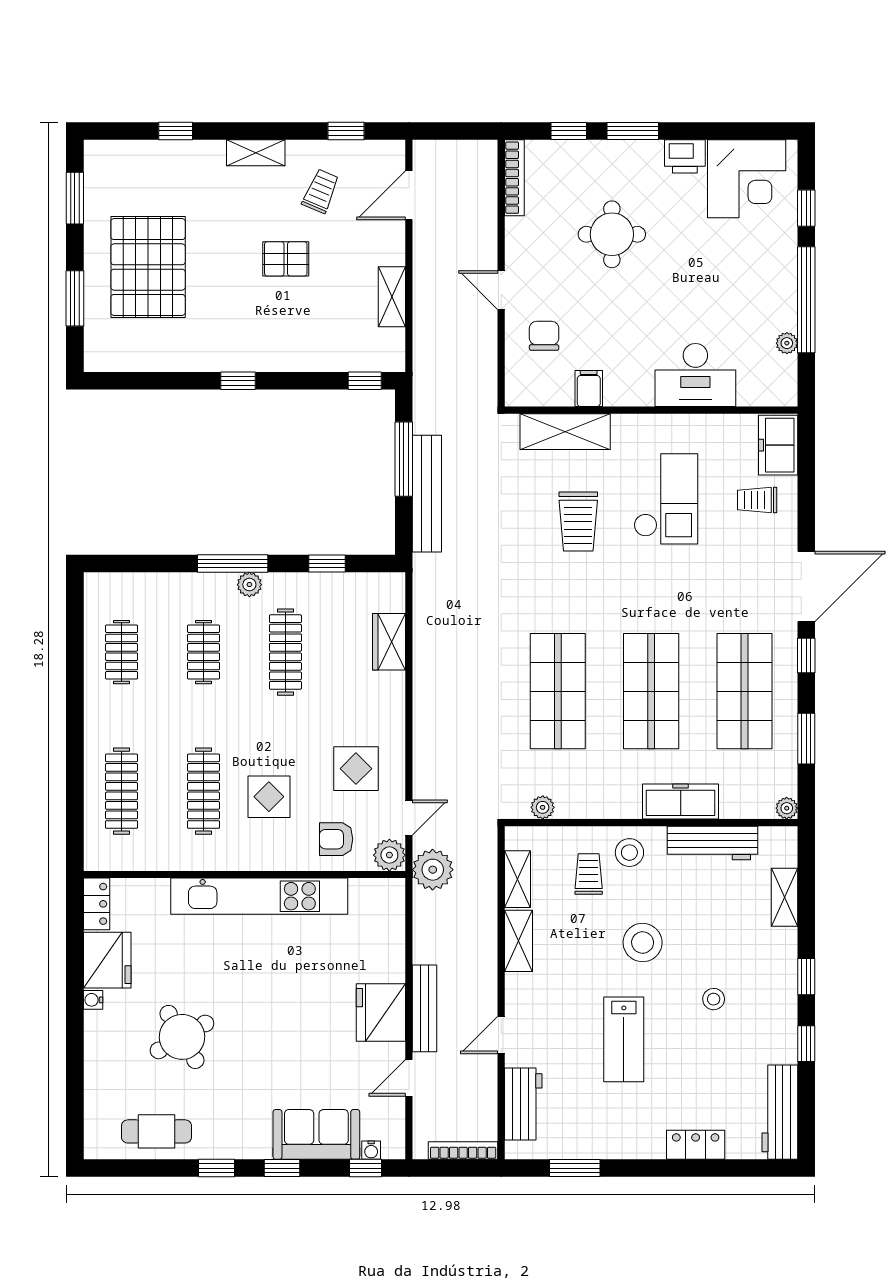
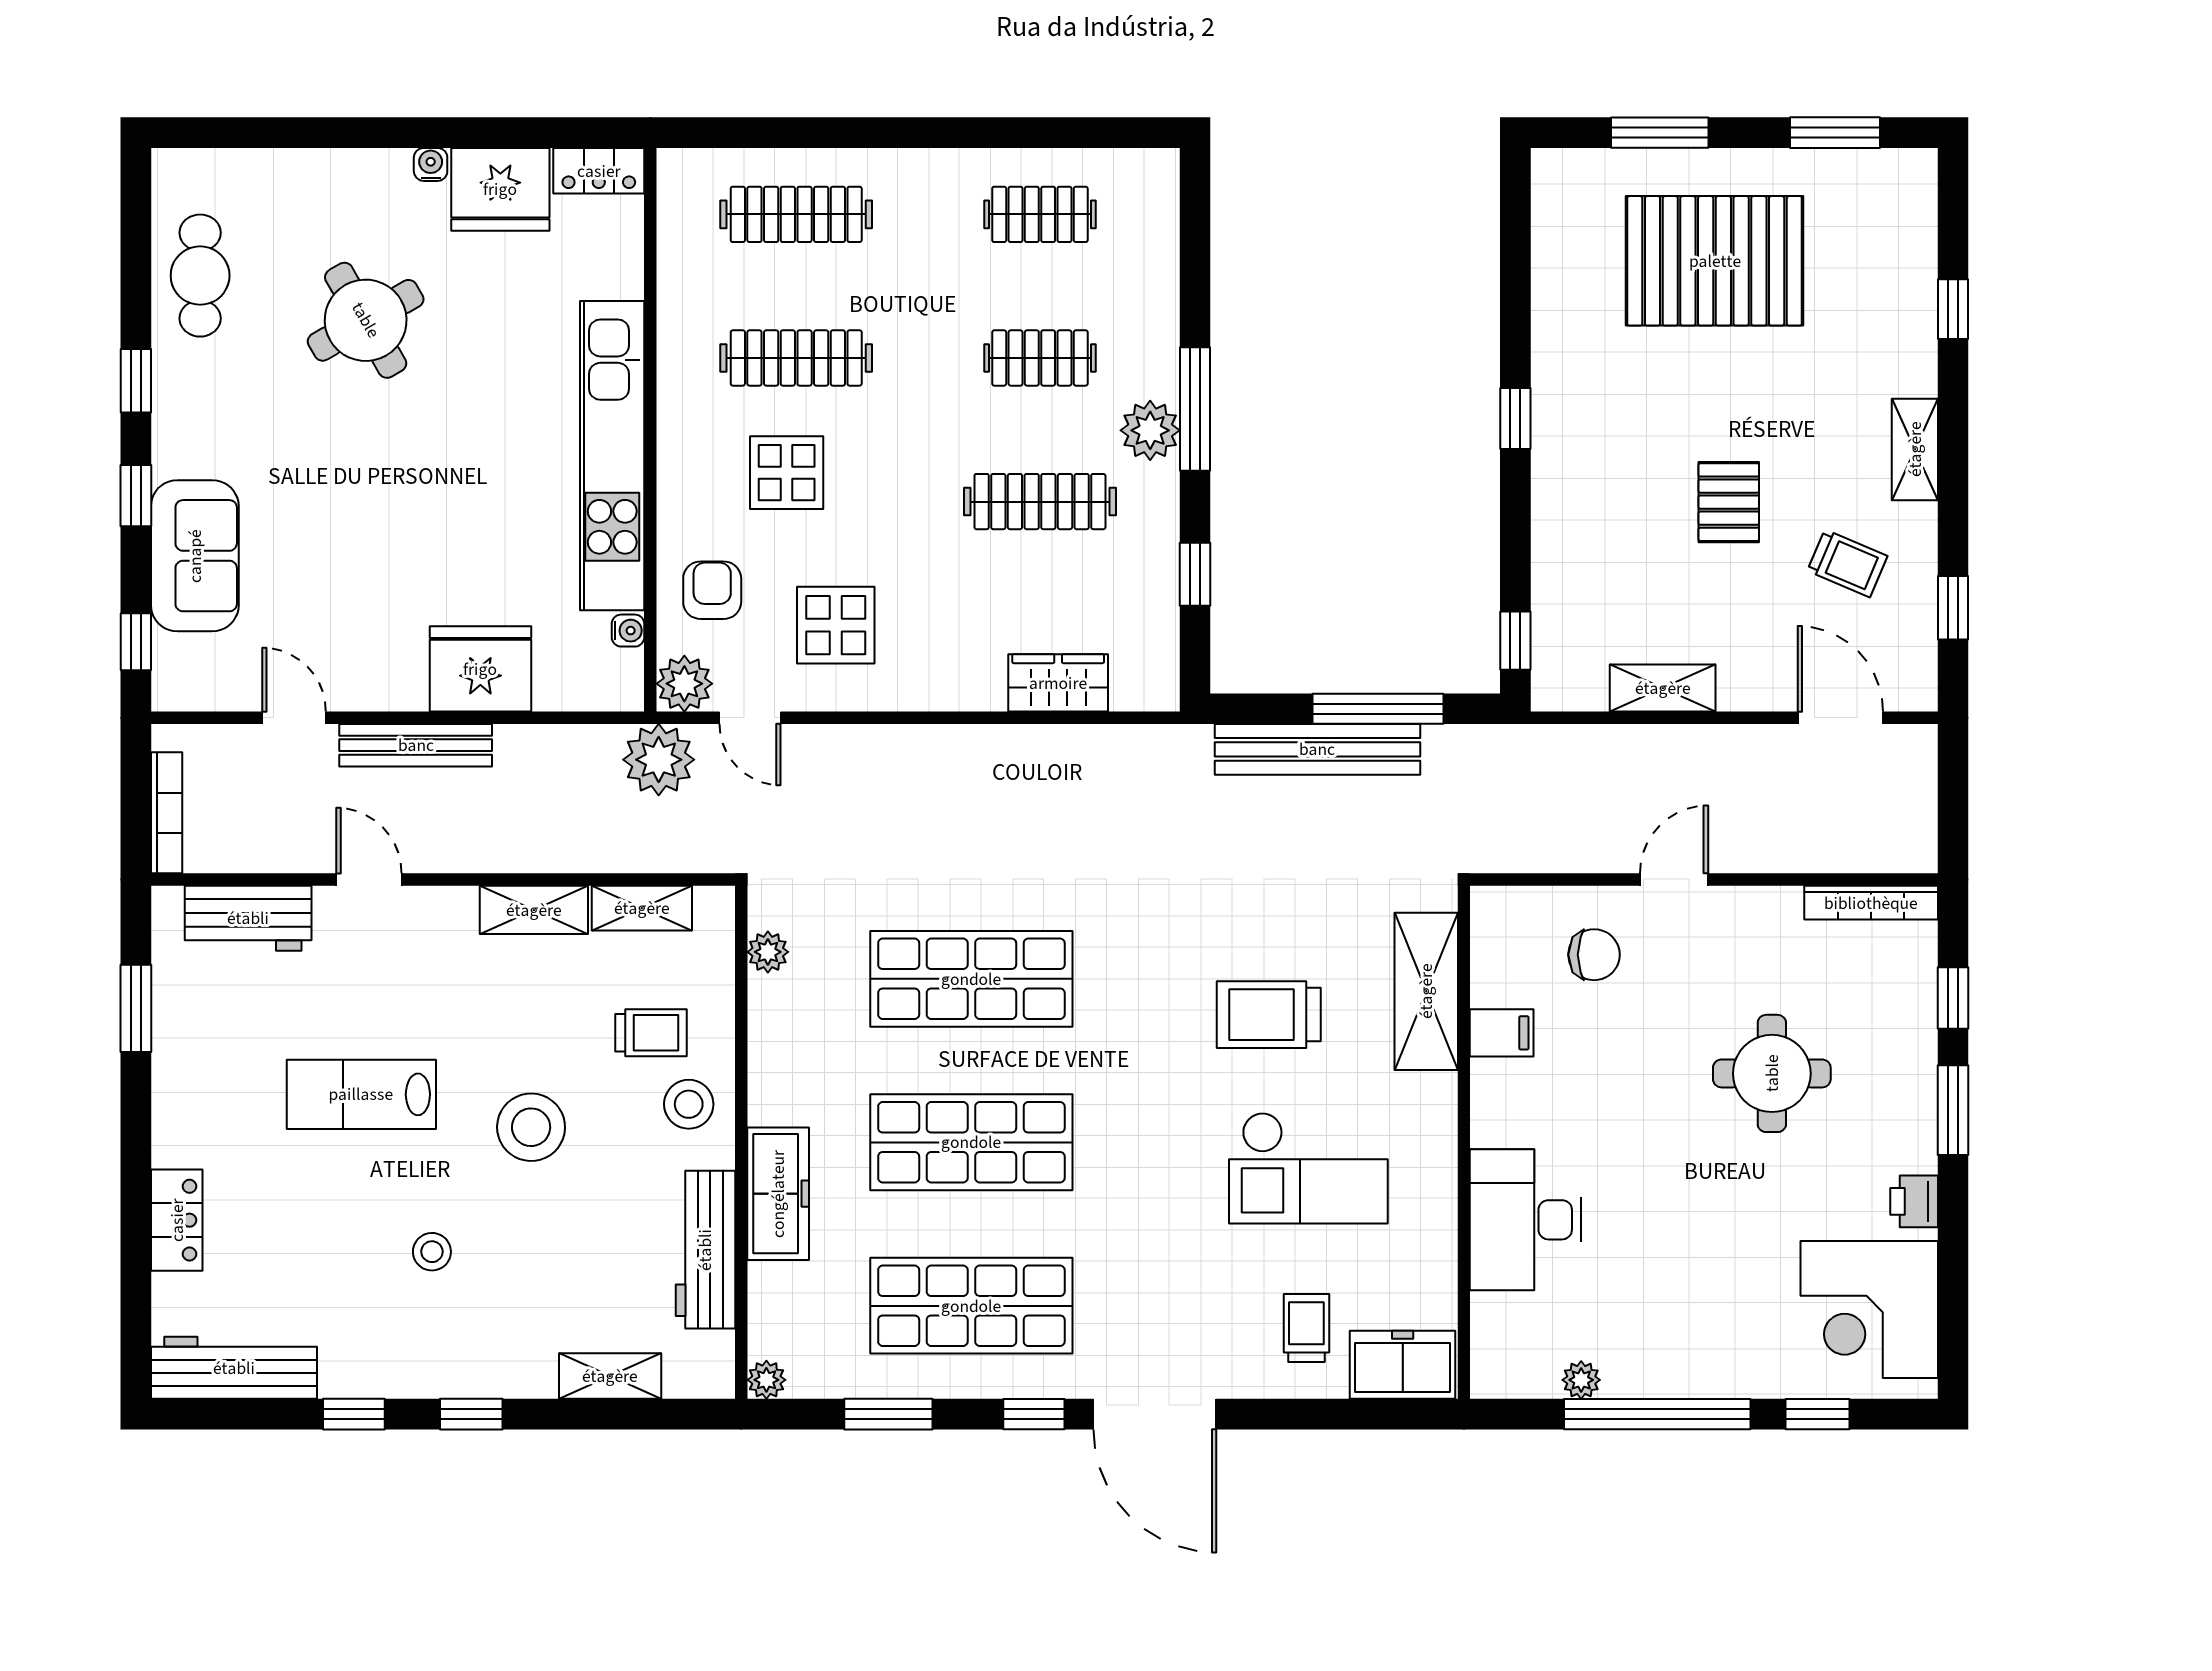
printer: (685, 156) -> (1914, 1201), width x0.73, depth x0.81
plant: (249, 585) -> (1150, 430), width x1.38, depth x1.38
fridge: (381, 1013) -> (480, 669), moved
water cooler: (371, 1150) -> (628, 631), moved, turned 180

